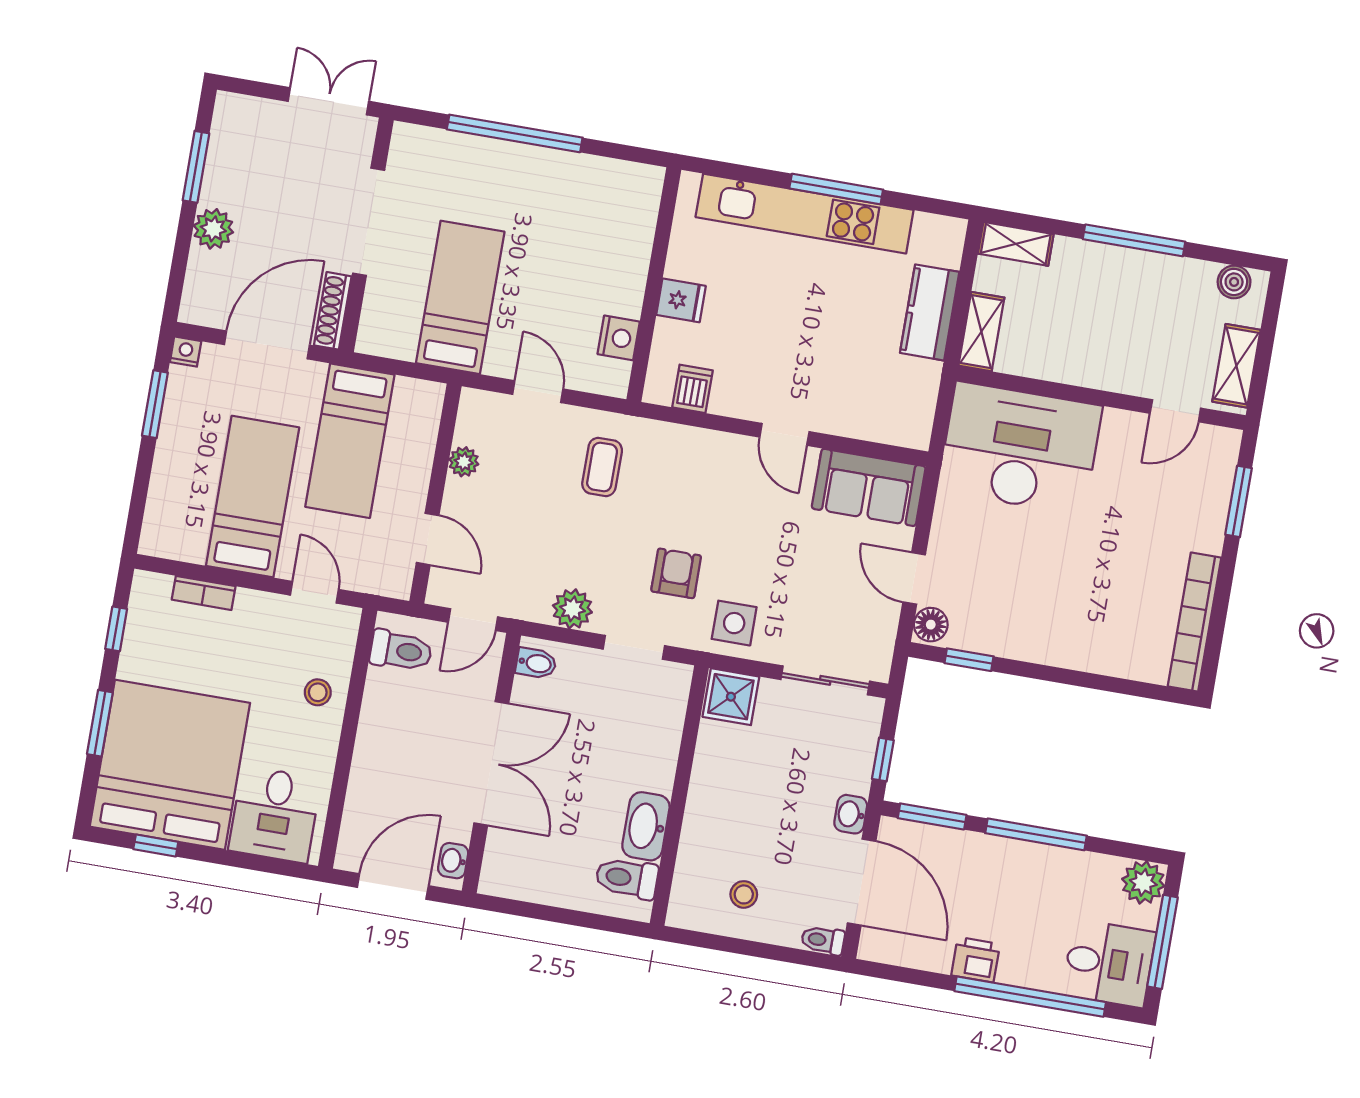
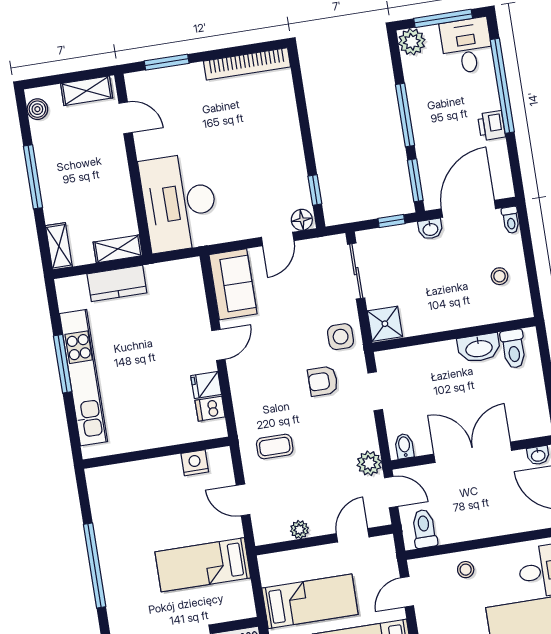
fridge: (681, 300) -> (206, 385), moved, turned -90
door: (538, 392) -> (243, 500), hinge flipped
plant: (572, 609) -> (369, 463), moved

